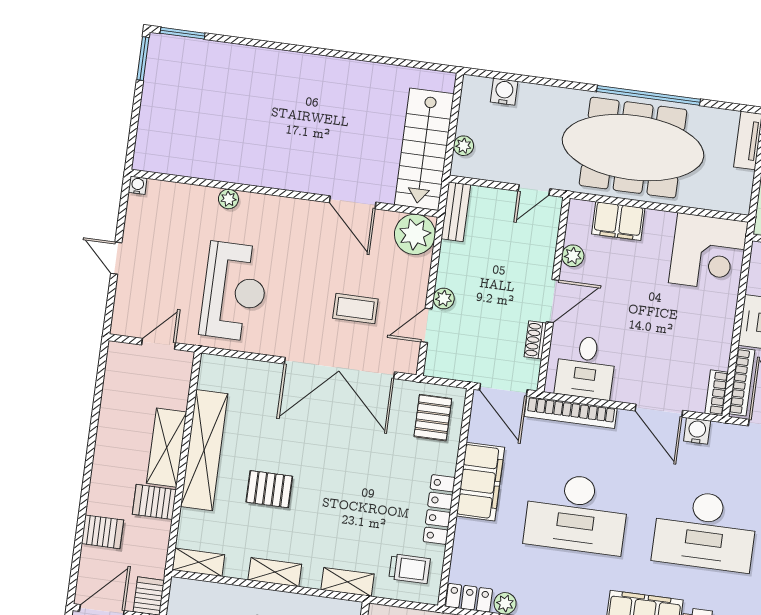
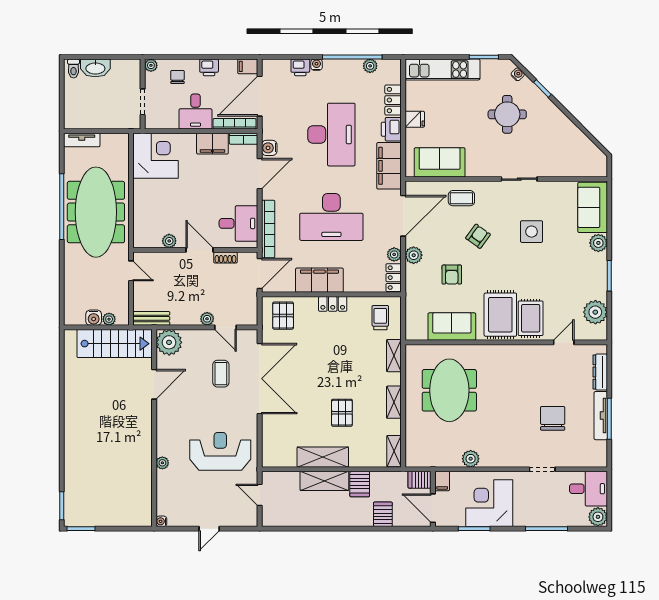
water cooler: (504, 92) -> (94, 318), moved, turned -90
filing cabinet: (618, 221) -> (212, 144), moved, turned 90
pallet: (433, 418) -> (283, 316), turned 90
shelving: (204, 450) -> (323, 457), width x0.68
locker: (439, 509) -> (333, 304), width x0.66
desk: (577, 513) -> (331, 217), turned 90

